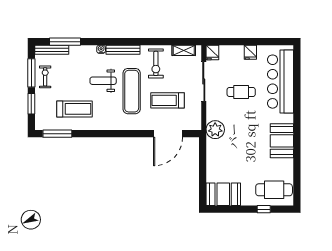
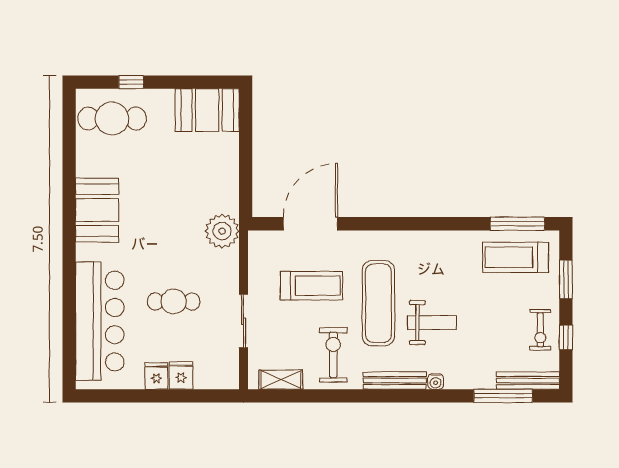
fridge: (212, 52) -> (181, 375), moved
window: (31, 73) -> (566, 337), width x0.46
sliding door: (204, 81) -> (243, 321), width x0.73
treadmill: (75, 109) -> (515, 257), moved

